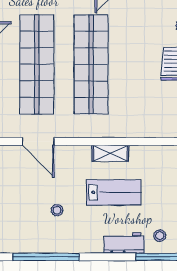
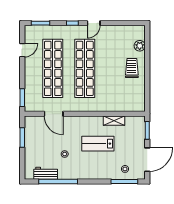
shelving: (110, 153) -> (114, 121), moved
lab bench: (114, 192) -> (98, 144), turned 180
workbench: (124, 243) -> (46, 173), moved

